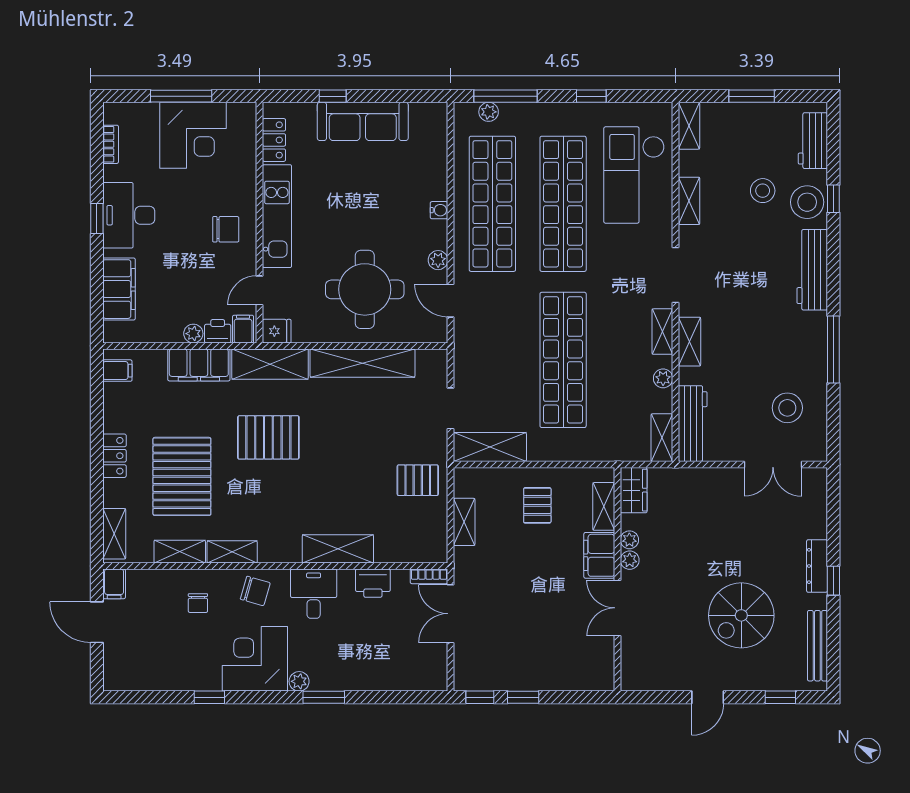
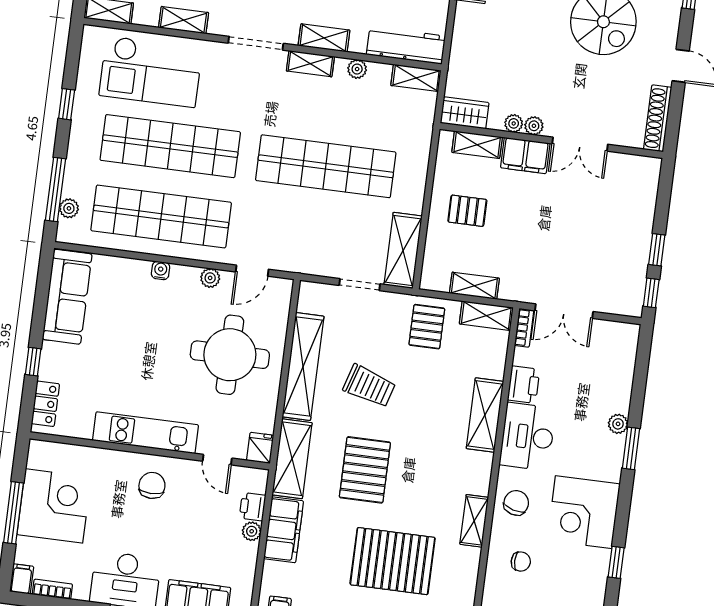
sofa: (363, 121) -> (67, 297), moved
locker: (274, 140) -> (45, 404), moved, turned 90
filing cabinet: (243, 329) -> (22, 579), moved, turned 90
trolley: (352, 431) -> (369, 386), added
shelving: (180, 552) -> (486, 316), moved, turned 90
desk: (314, 594) -> (528, 437), width x1.37
plant: (299, 681) -> (618, 424), moved
shoe rack: (653, 681) -> (658, 118), added

